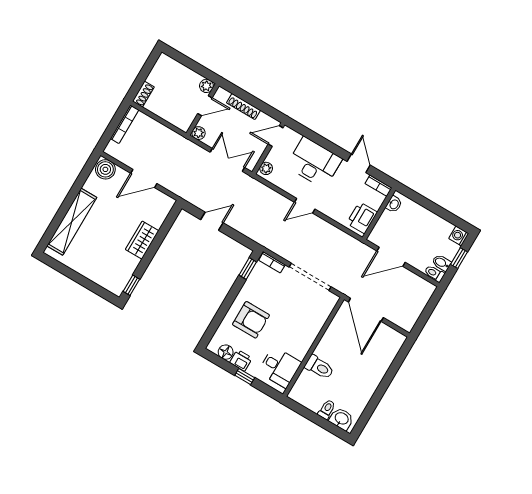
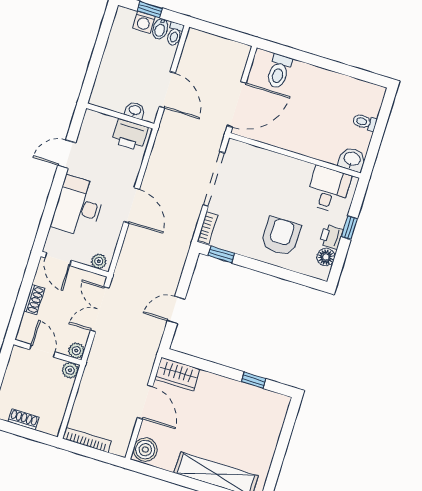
plant: (206, 86) -> (70, 370), moved
shoe rack: (143, 94) -> (24, 419), moved
shoe rack: (243, 106) -> (34, 300), width x0.70
bookcase: (378, 186) -> (87, 125), removed
washbasin: (394, 204) -> (135, 110), moved
door: (305, 206) -> (132, 205), width x1.38
door: (212, 221) -> (176, 310), hinge flipped
washing machine: (459, 236) -> (144, 22), moved
wardrobe: (142, 240) -> (177, 374), moved
window: (131, 285) -> (254, 380), moved
toilet: (319, 367) -> (279, 71), moved, turned 180
washbasin: (341, 419) -> (352, 159), moved, turned 90

